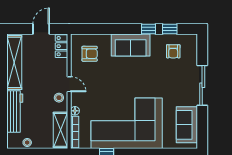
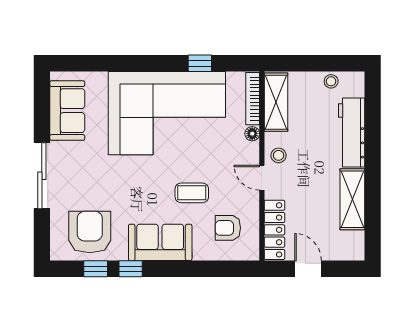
door: (41, 29) -> (308, 269), swing flipped
locker: (61, 46) -> (274, 230), width x1.53
armchair: (173, 51) -> (90, 232), width x1.88, depth x1.88
shelving: (14, 62) -> (352, 199), width x0.68
coffee table: (111, 75) -> (192, 193), added

